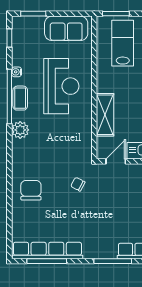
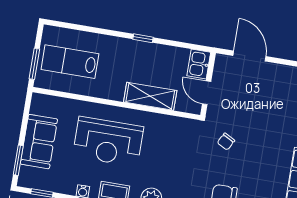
sofa: (66, 28) -> (39, 142), moved
reception desk: (61, 86) -> (108, 142), turned 180

